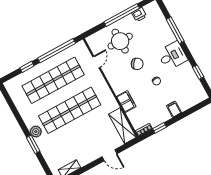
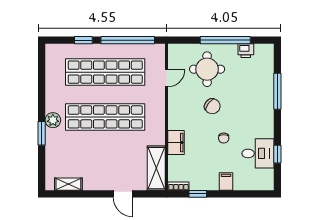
desk: (172, 56) -> (258, 153), moved

